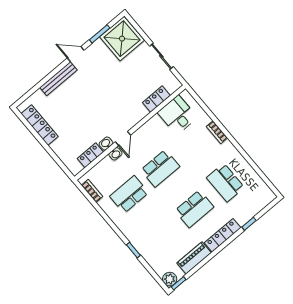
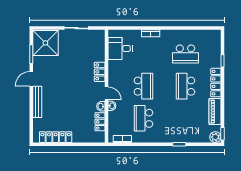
locker: (156, 99) -> (100, 72), moved
school desk: (194, 209) -> (185, 86), turned 180

